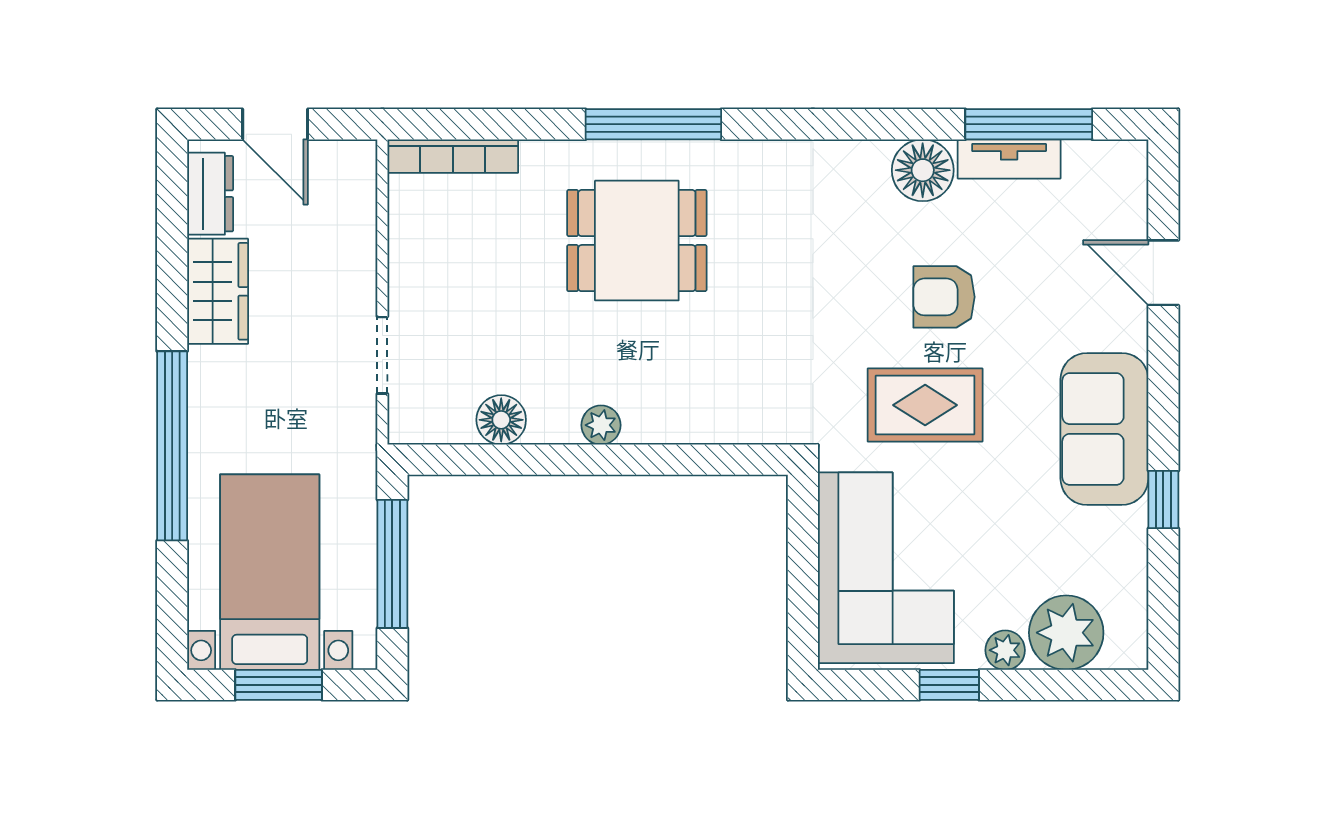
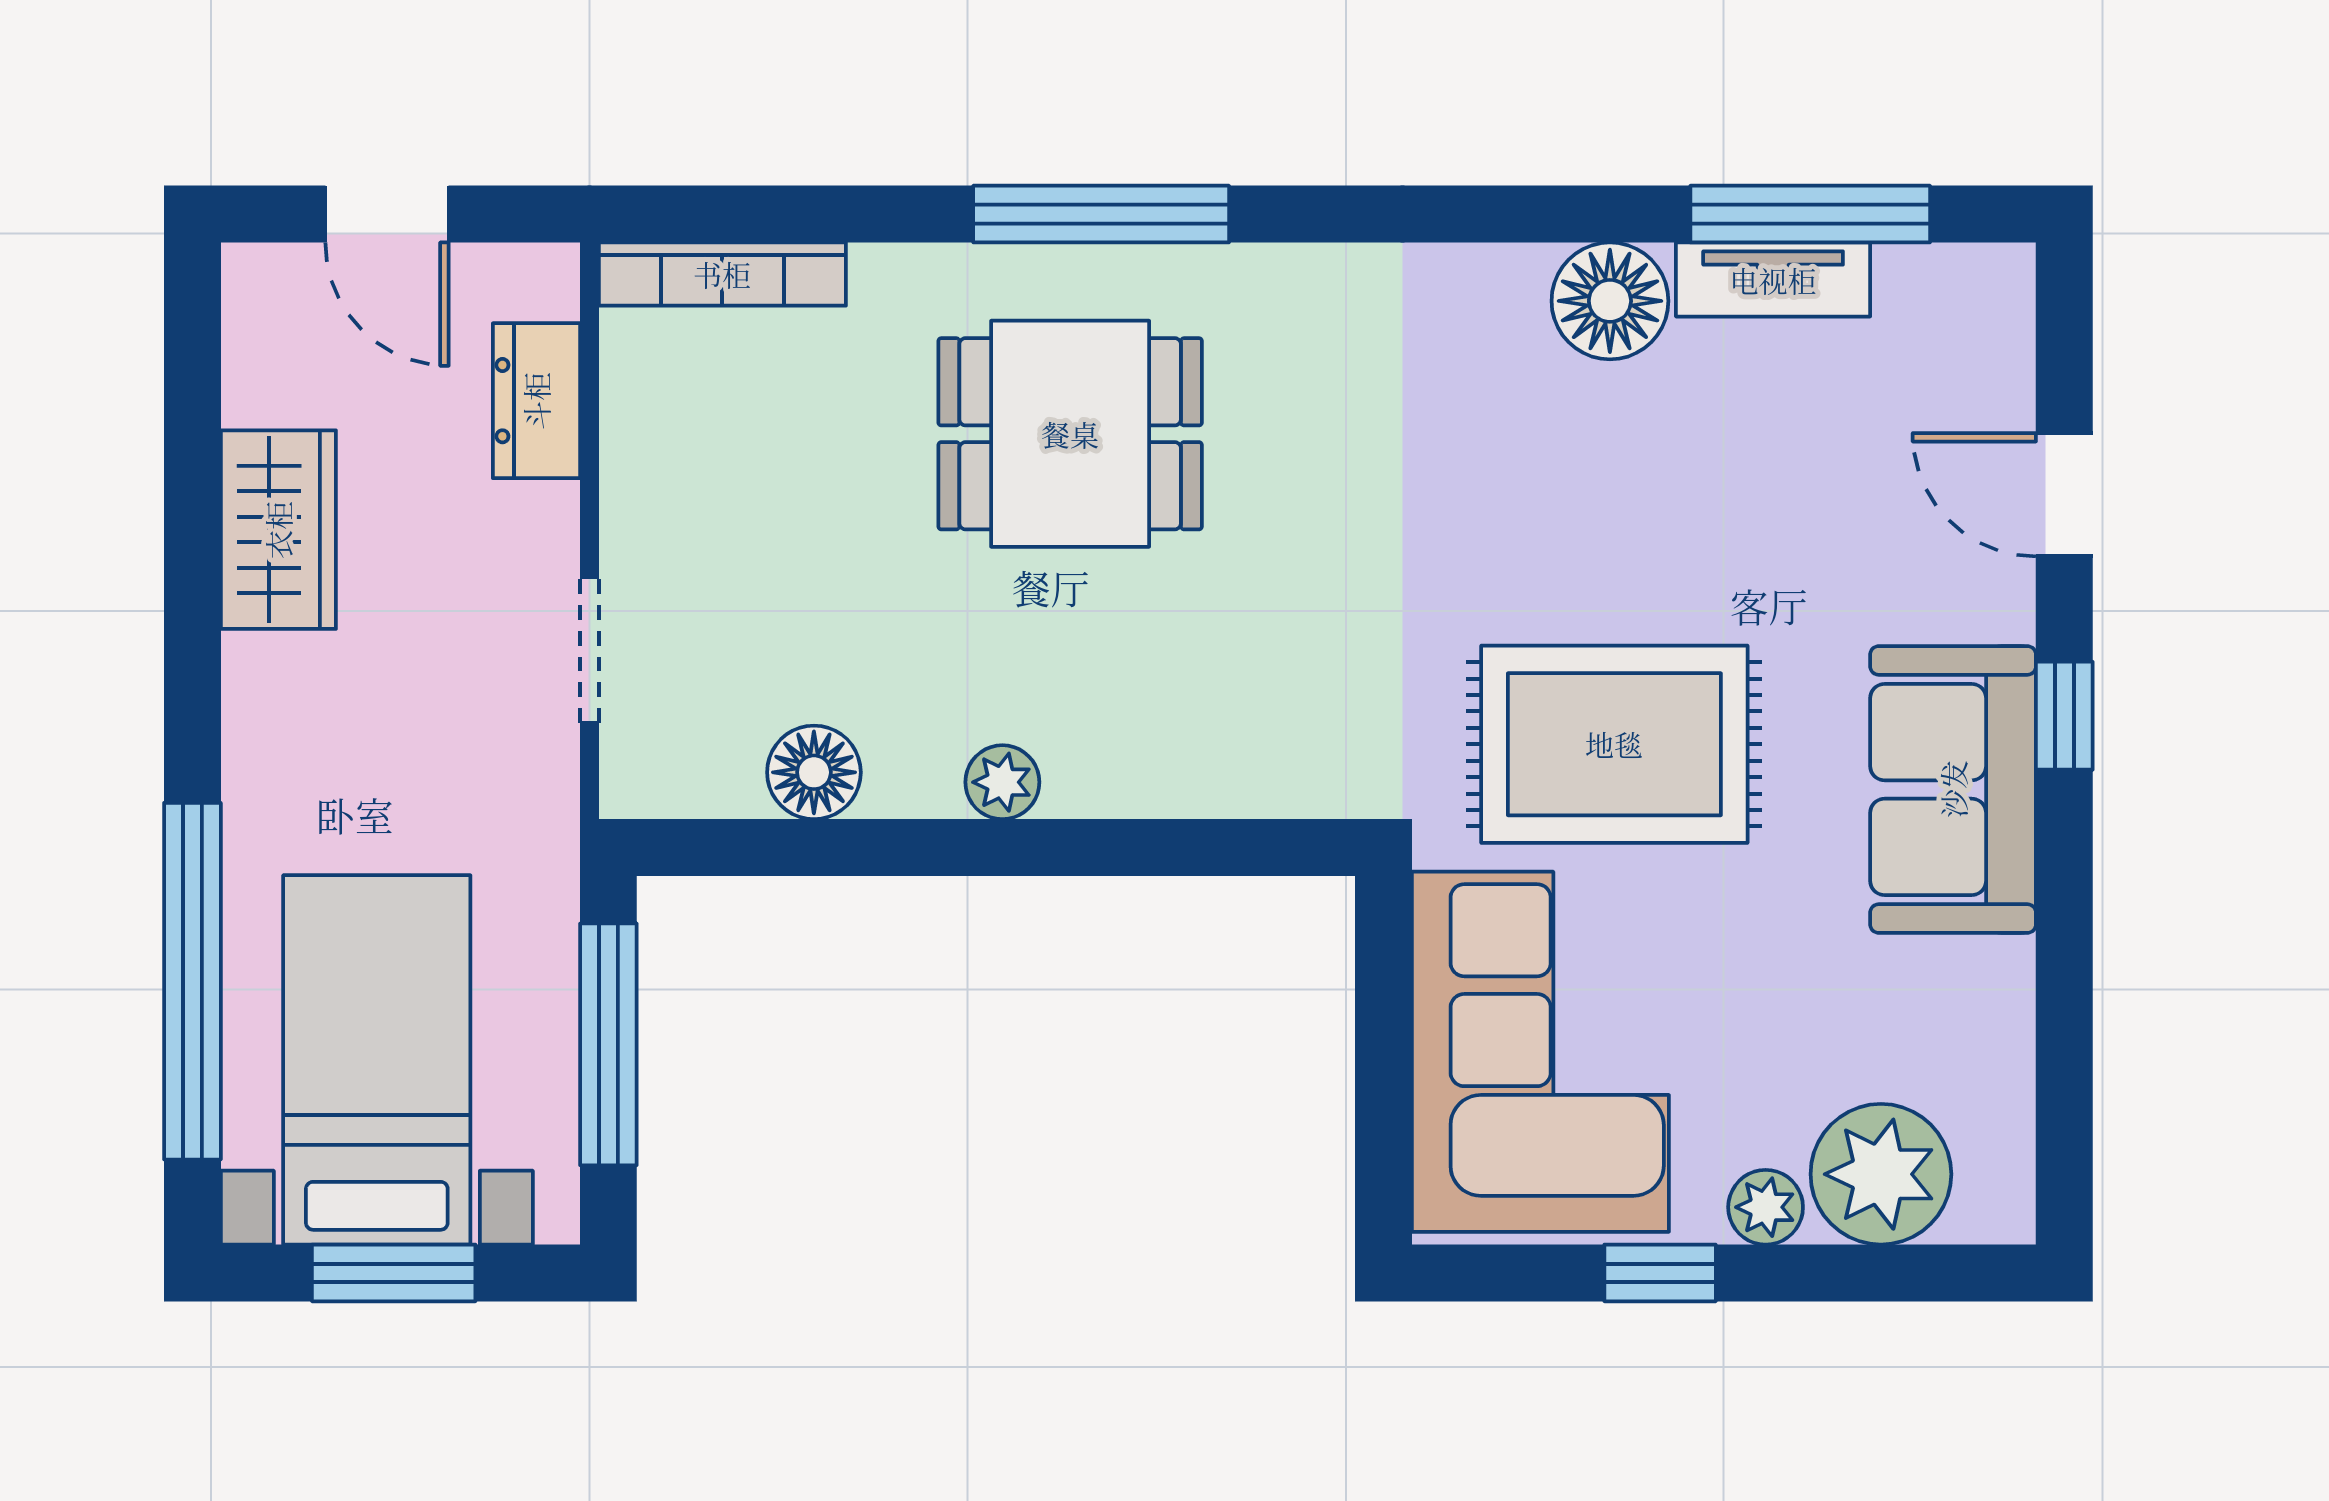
dresser: (210, 194) -> (536, 401), moved, turned 180
armchair: (944, 297) -> (1650, 540), removed
rug: (925, 405) -> (1614, 744), width x1.36, depth x1.43
window: (172, 446) -> (192, 981), moved
window: (1163, 500) -> (2064, 716), moved

